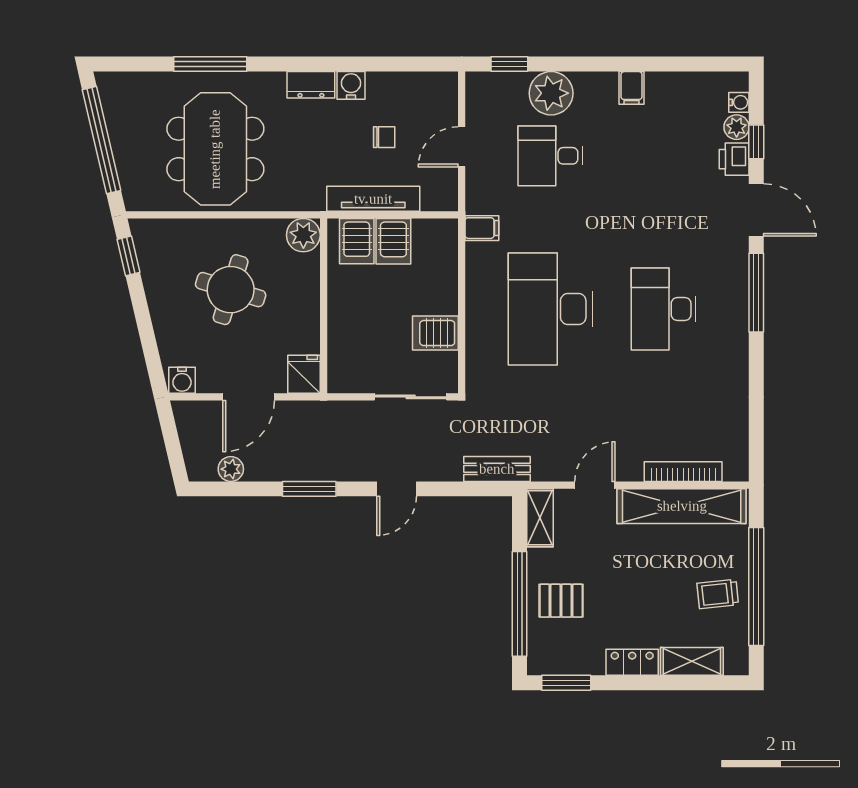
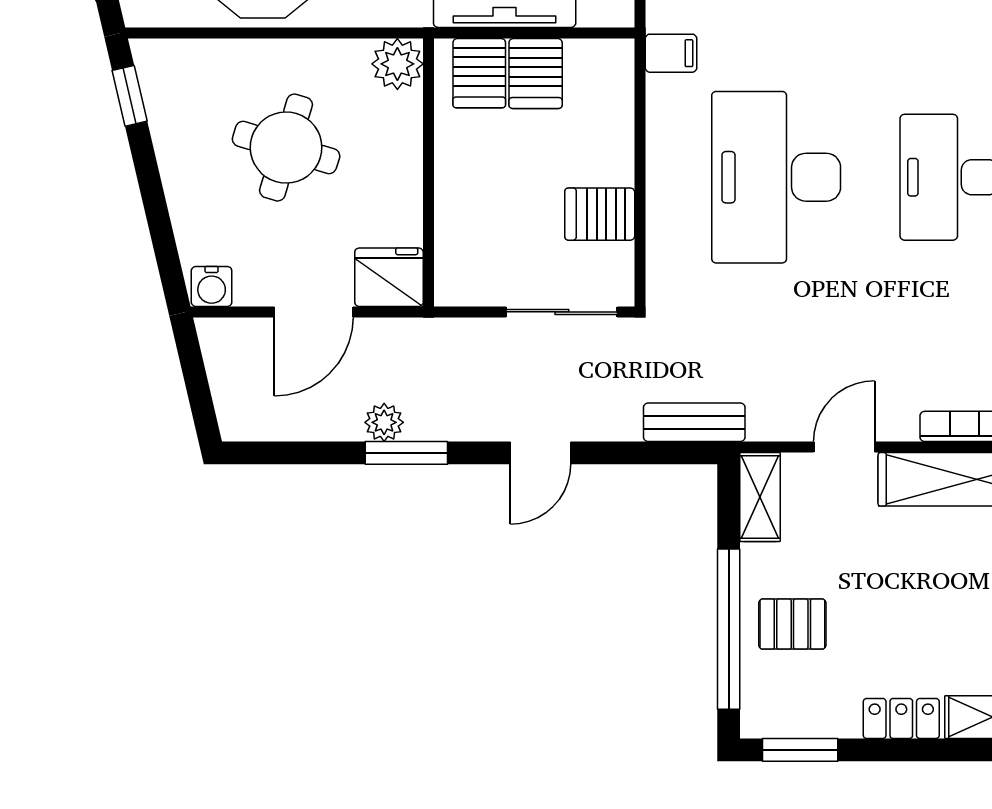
fridge: (304, 374) -> (389, 277), width x1.38
plant: (231, 469) -> (384, 422), moved

